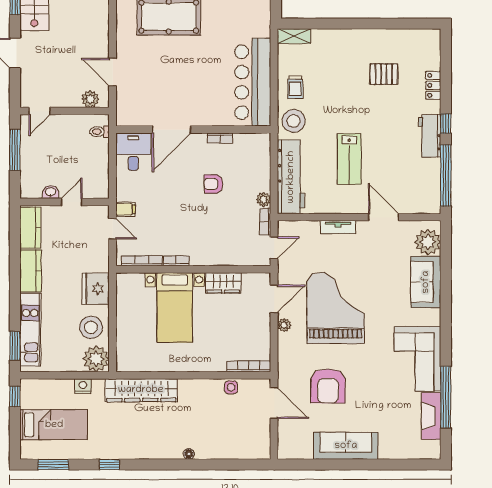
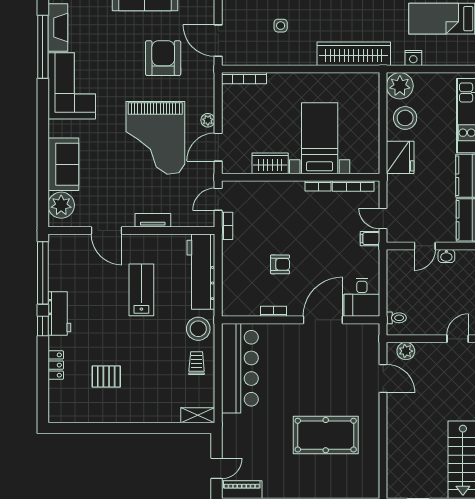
plant: (264, 200) -> (229, 248), removed
side table: (231, 387) -> (281, 26), moved

